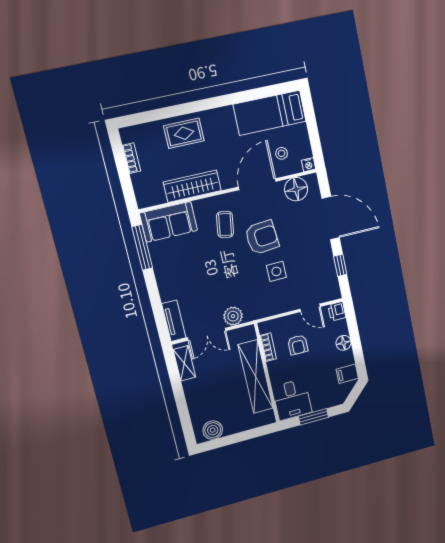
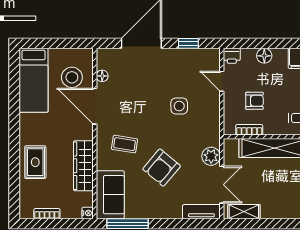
stool: (282, 153) -> (72, 77), width x1.89, depth x1.89
nightstand: (309, 165) -> (88, 213), moved
floor lamp: (296, 189) -> (102, 76), width x0.53, depth x0.53
armchair: (262, 237) -> (162, 168), moved, turned -135
door: (310, 308) -> (222, 81), swing flipped

